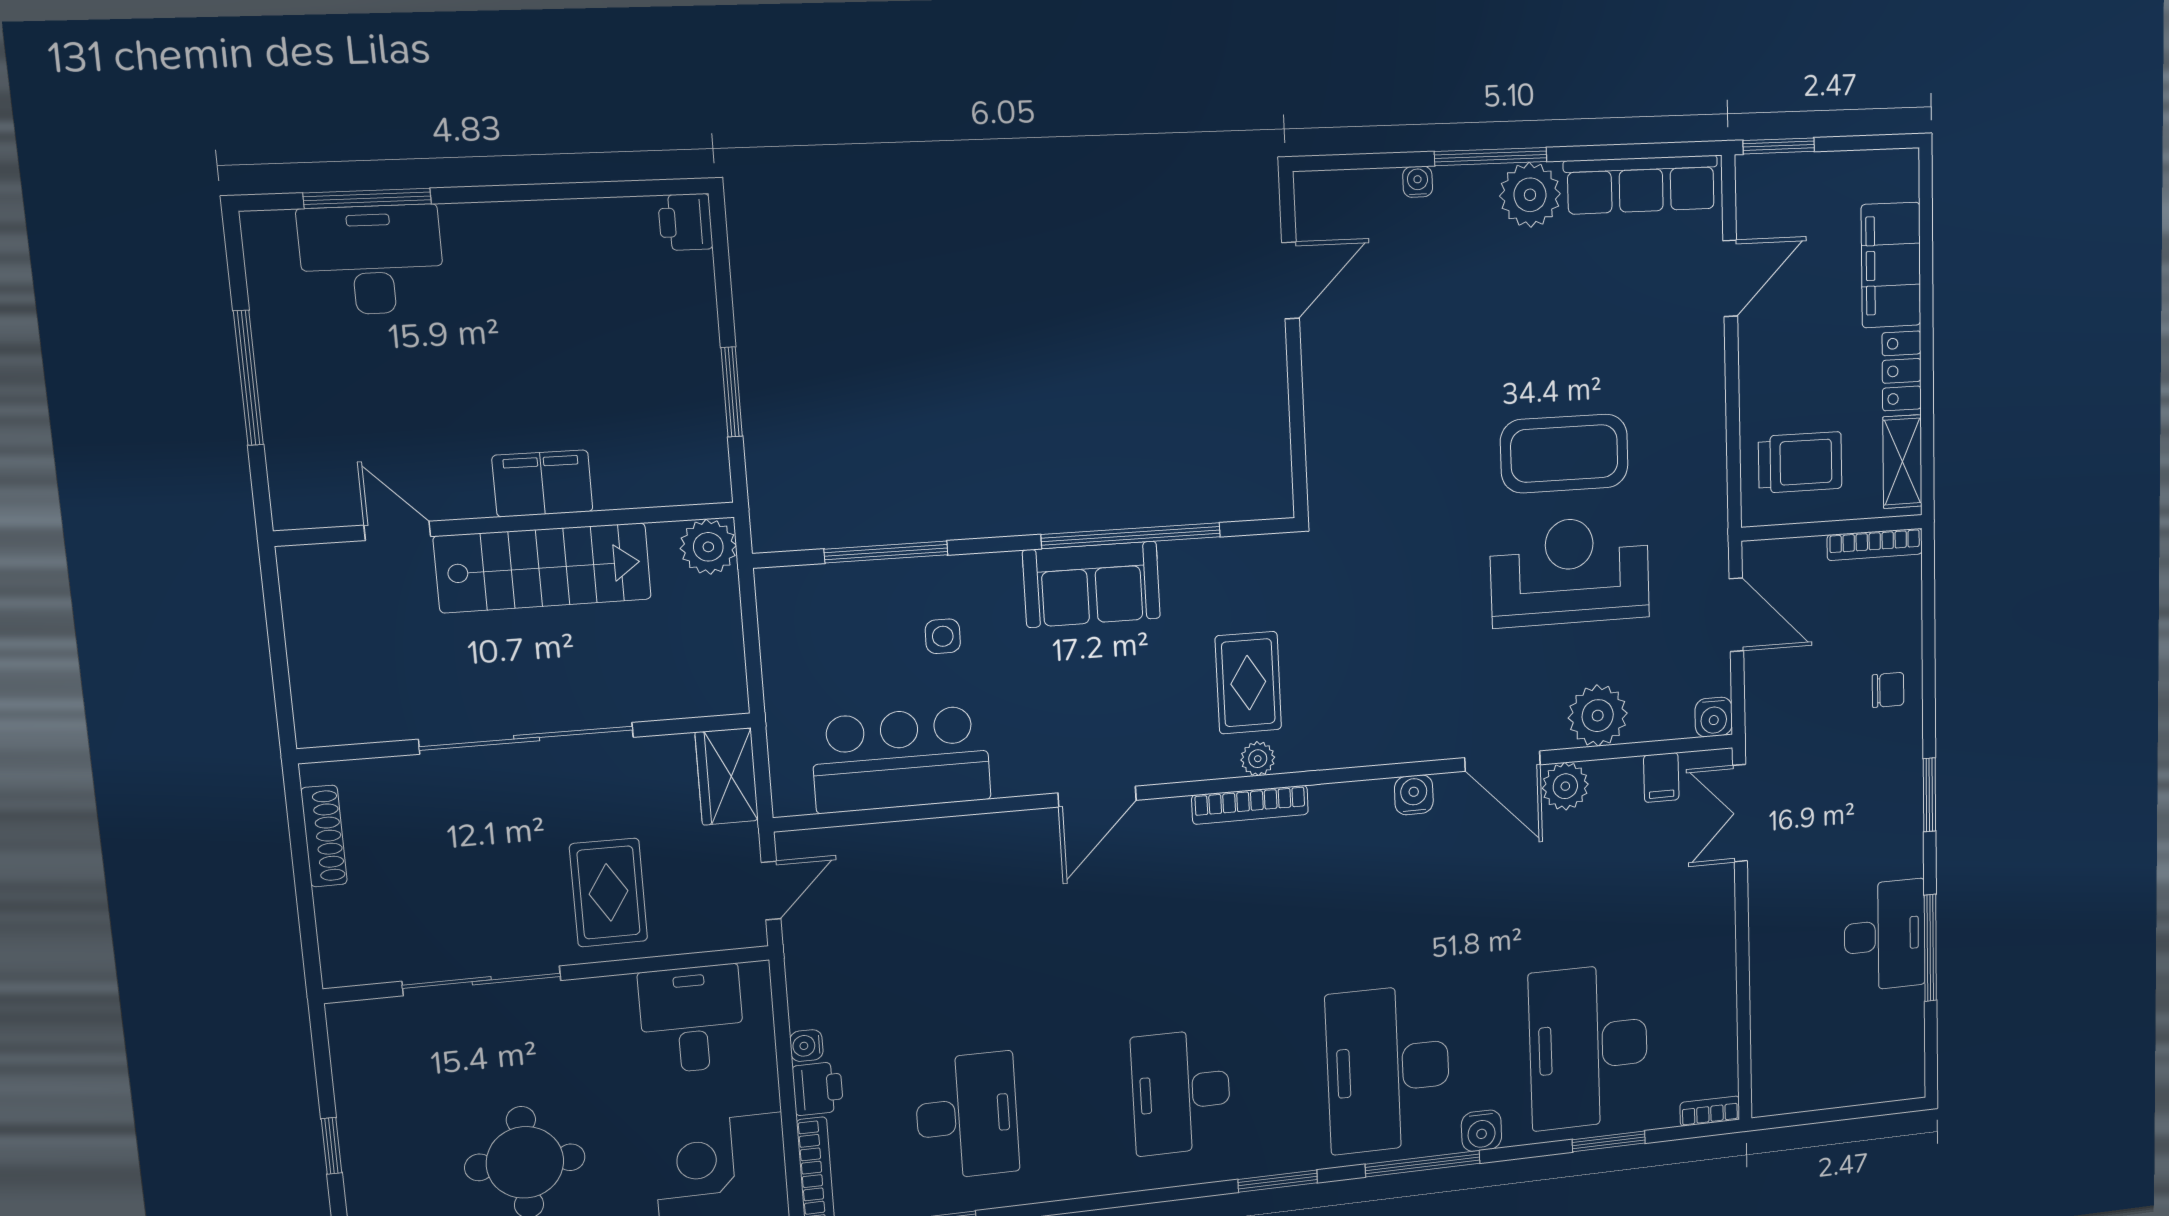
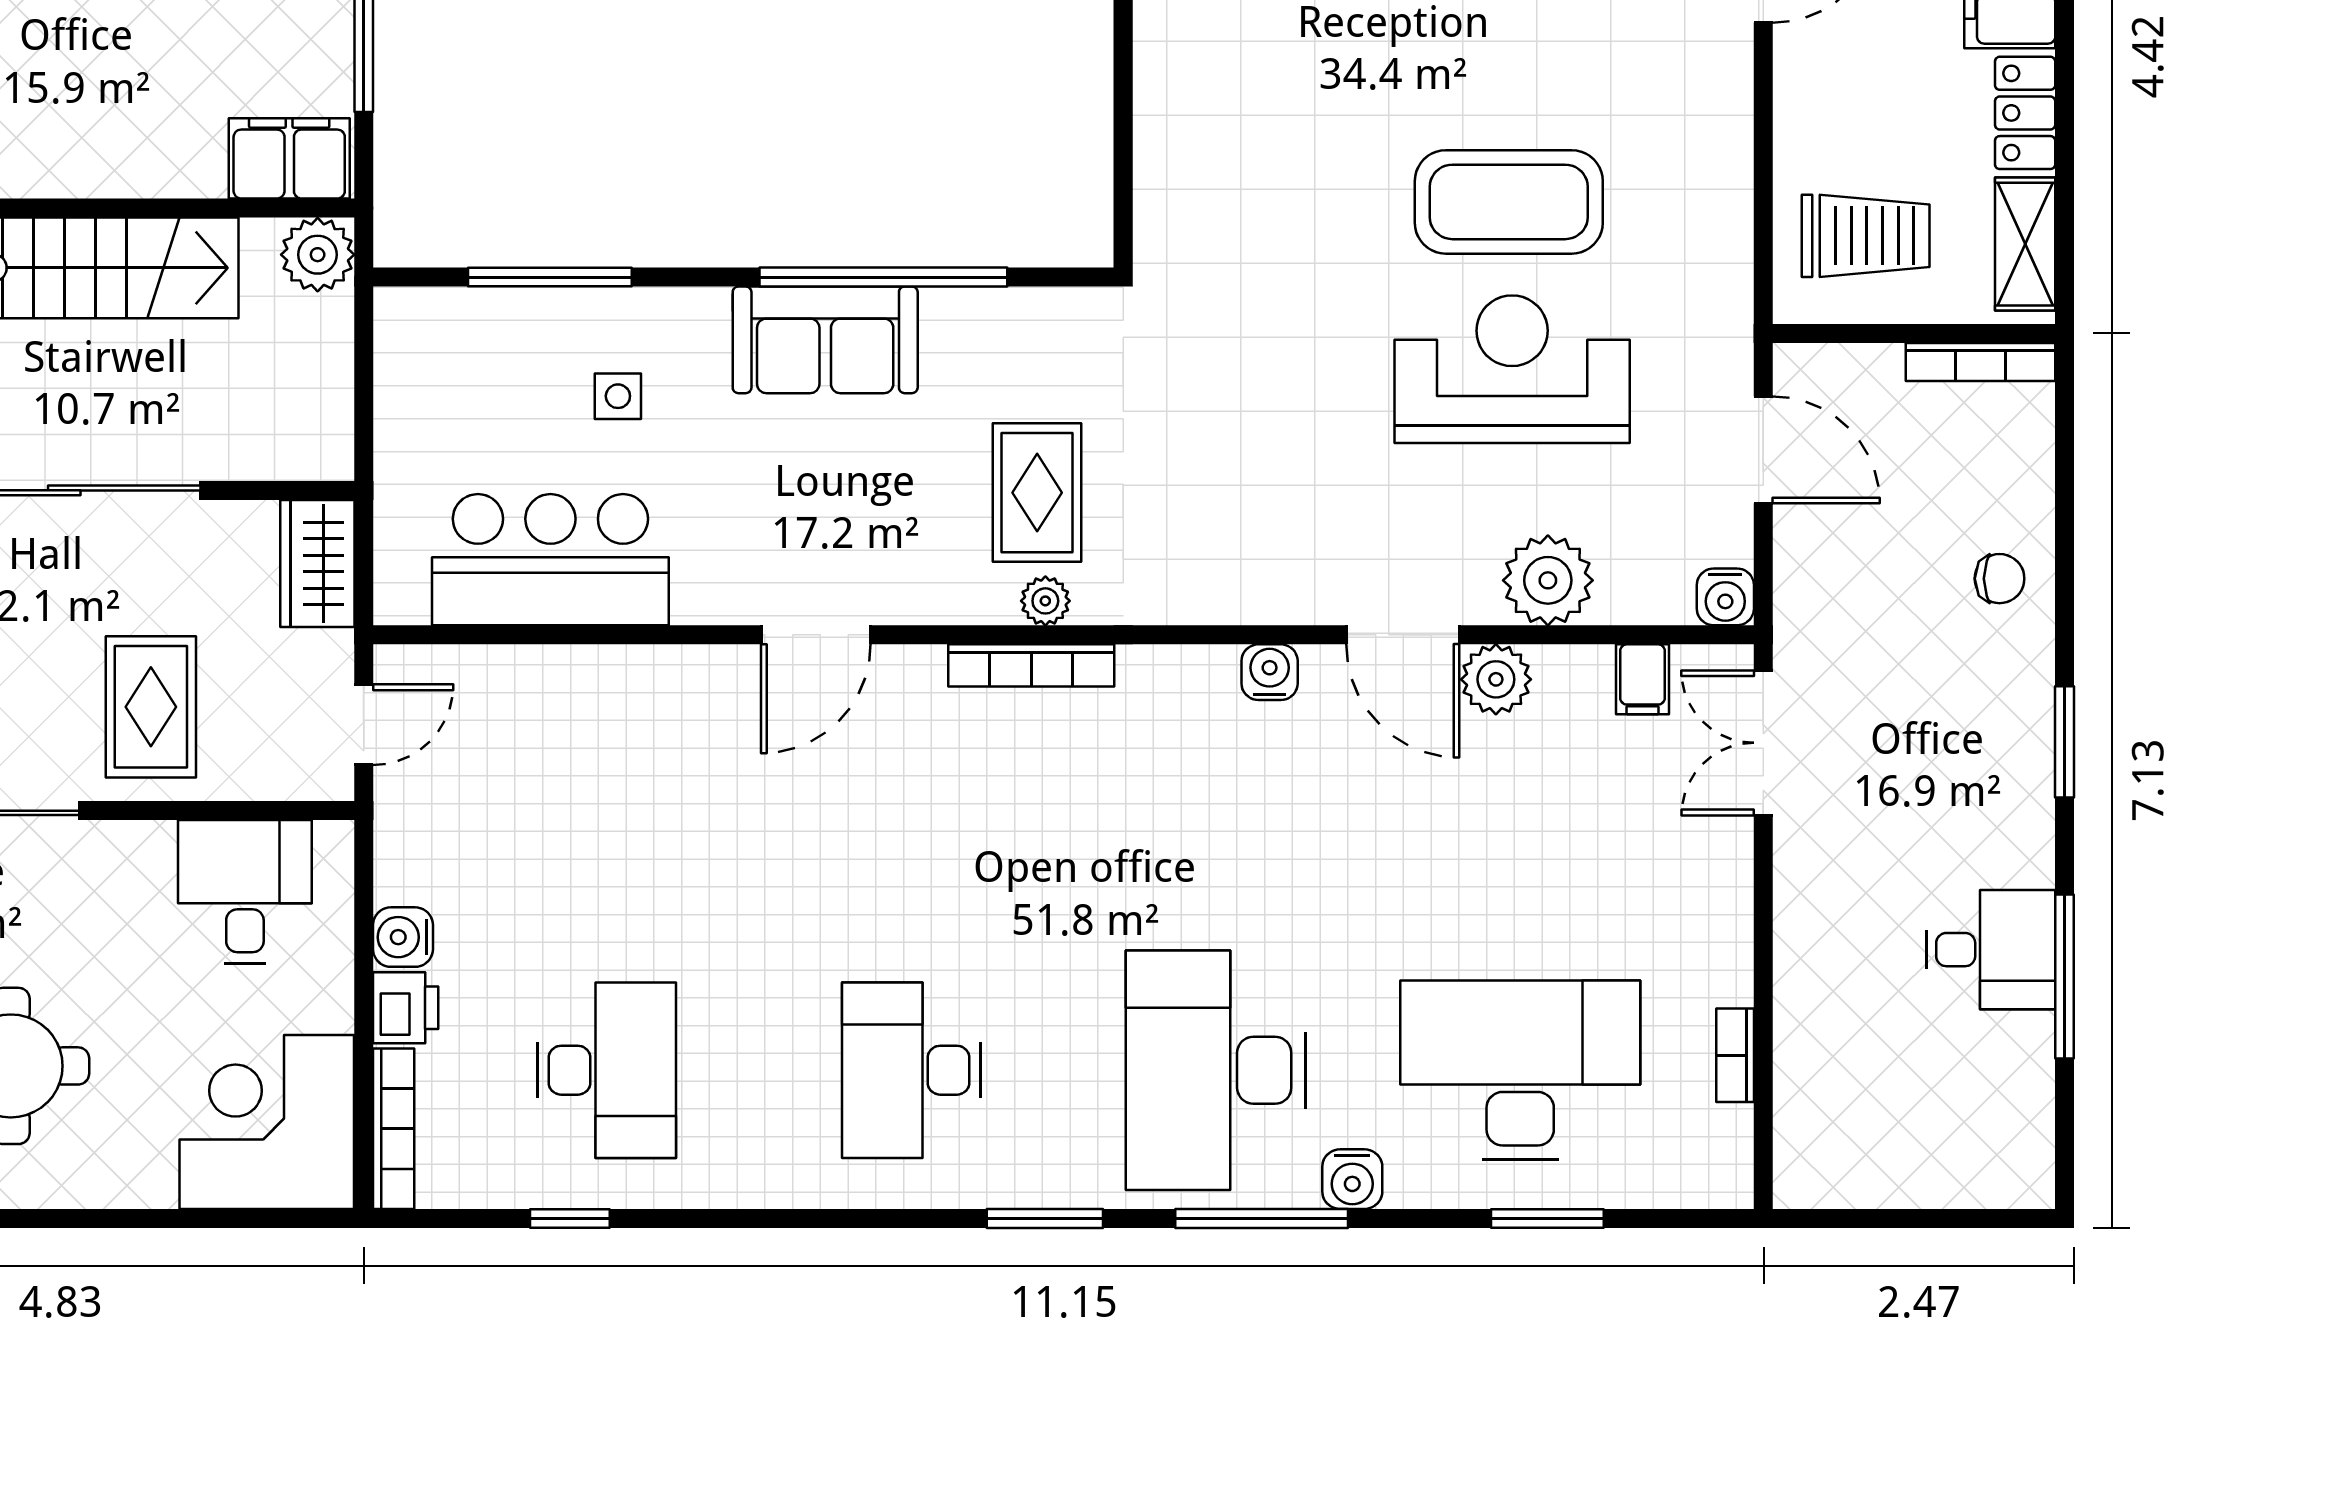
filing cabinet: (542, 483) -> (289, 158), moved
desk: (1885, 935) -> (1991, 950), width x0.73
water cooler: (806, 1046) -> (403, 937), width x1.38, depth x1.38
desk: (1589, 1046) -> (1520, 1070), turned 90
bookcase: (1710, 1111) -> (1735, 1055), moved, turned -90

